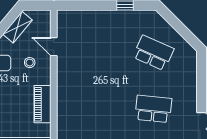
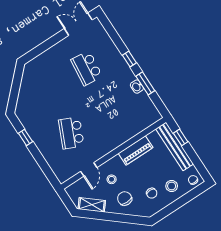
school desk: (153, 53) -> (71, 133), moved

